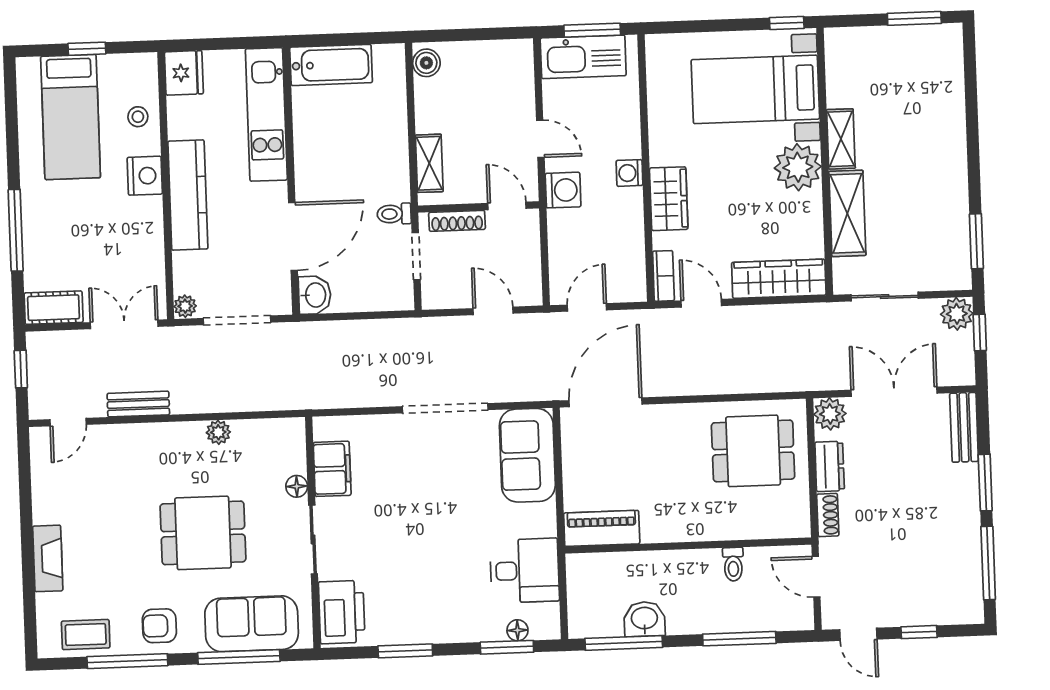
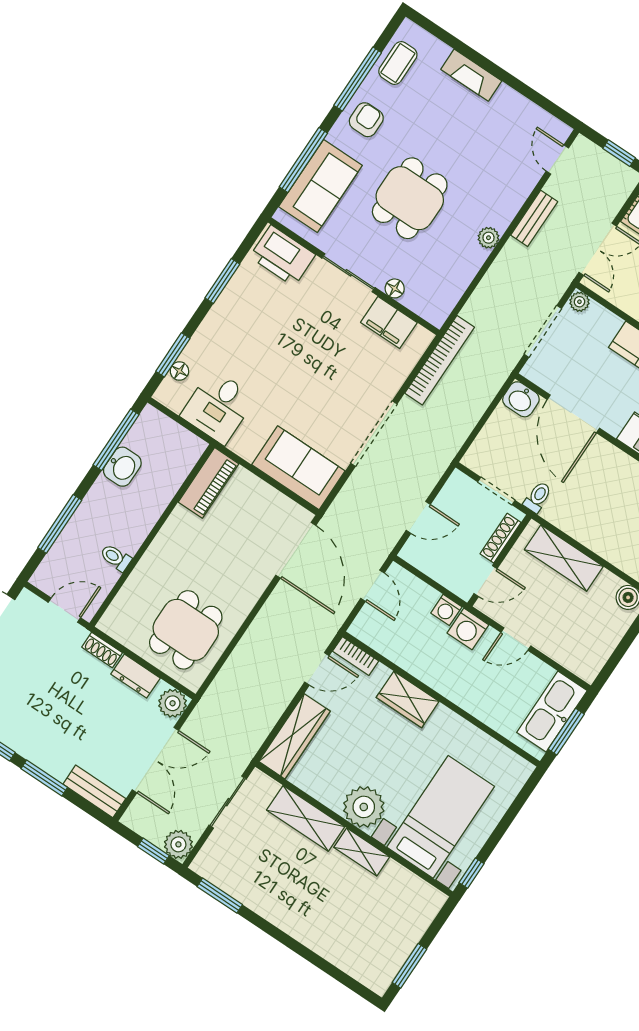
shelving: (429, 163) -> (564, 558), width x1.50, depth x1.33
washing machine: (629, 173) -> (446, 610), moved, turned 180
bookcase: (333, 397) -> (440, 360), added
plant: (218, 432) -> (488, 238), moved

